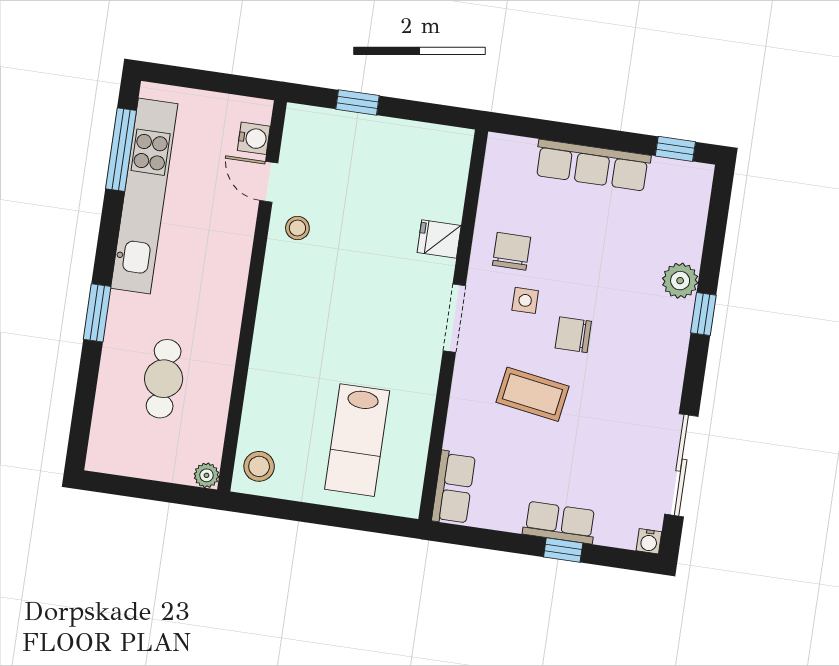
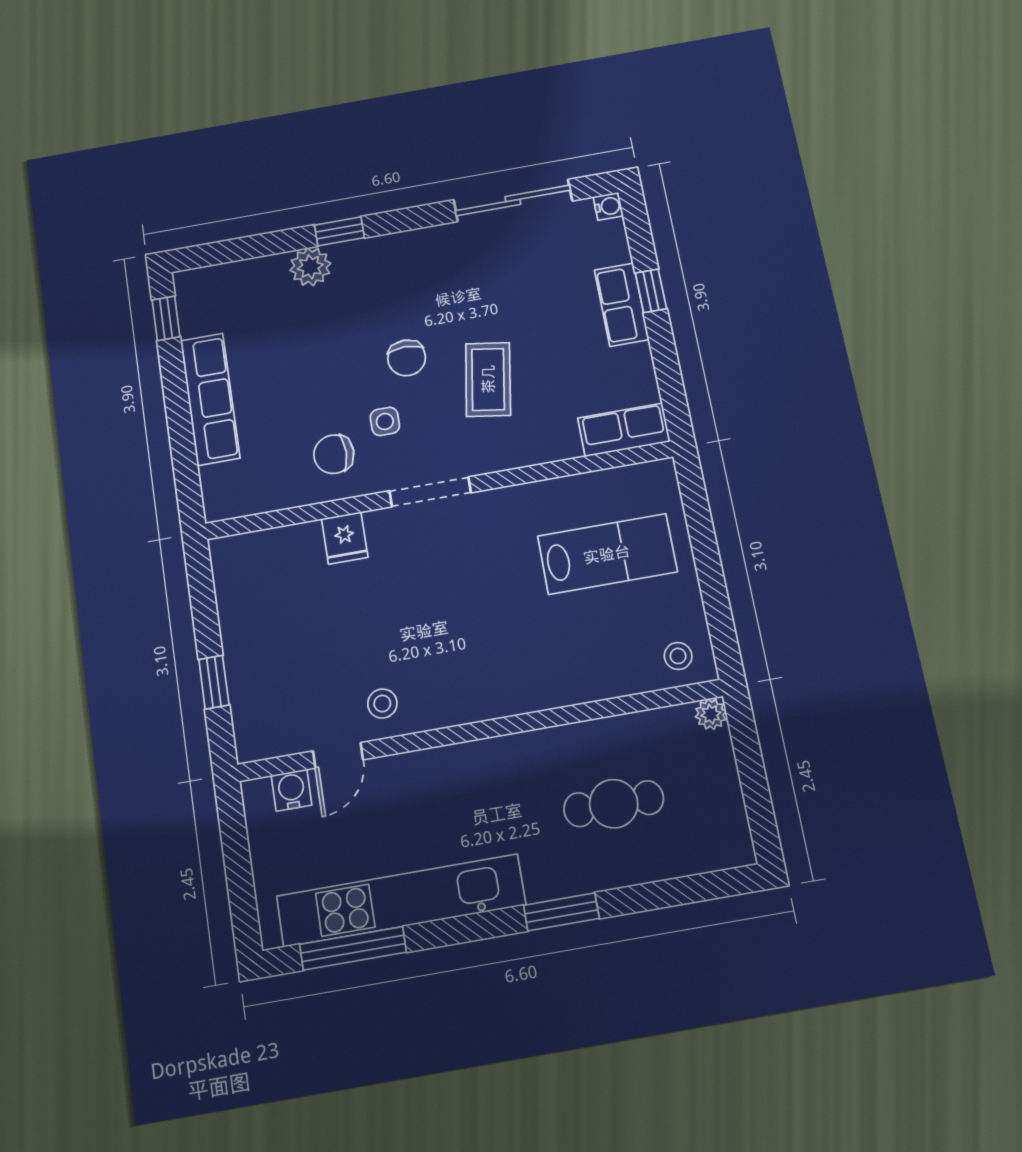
stool: (259, 466) -> (678, 656), width x0.73, depth x0.73

